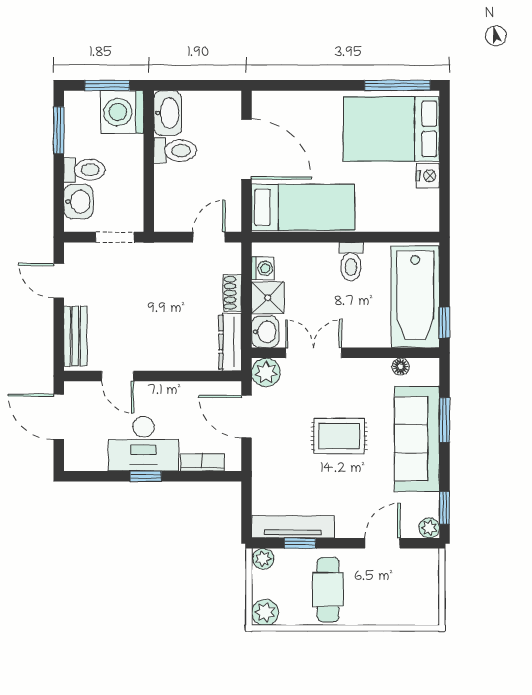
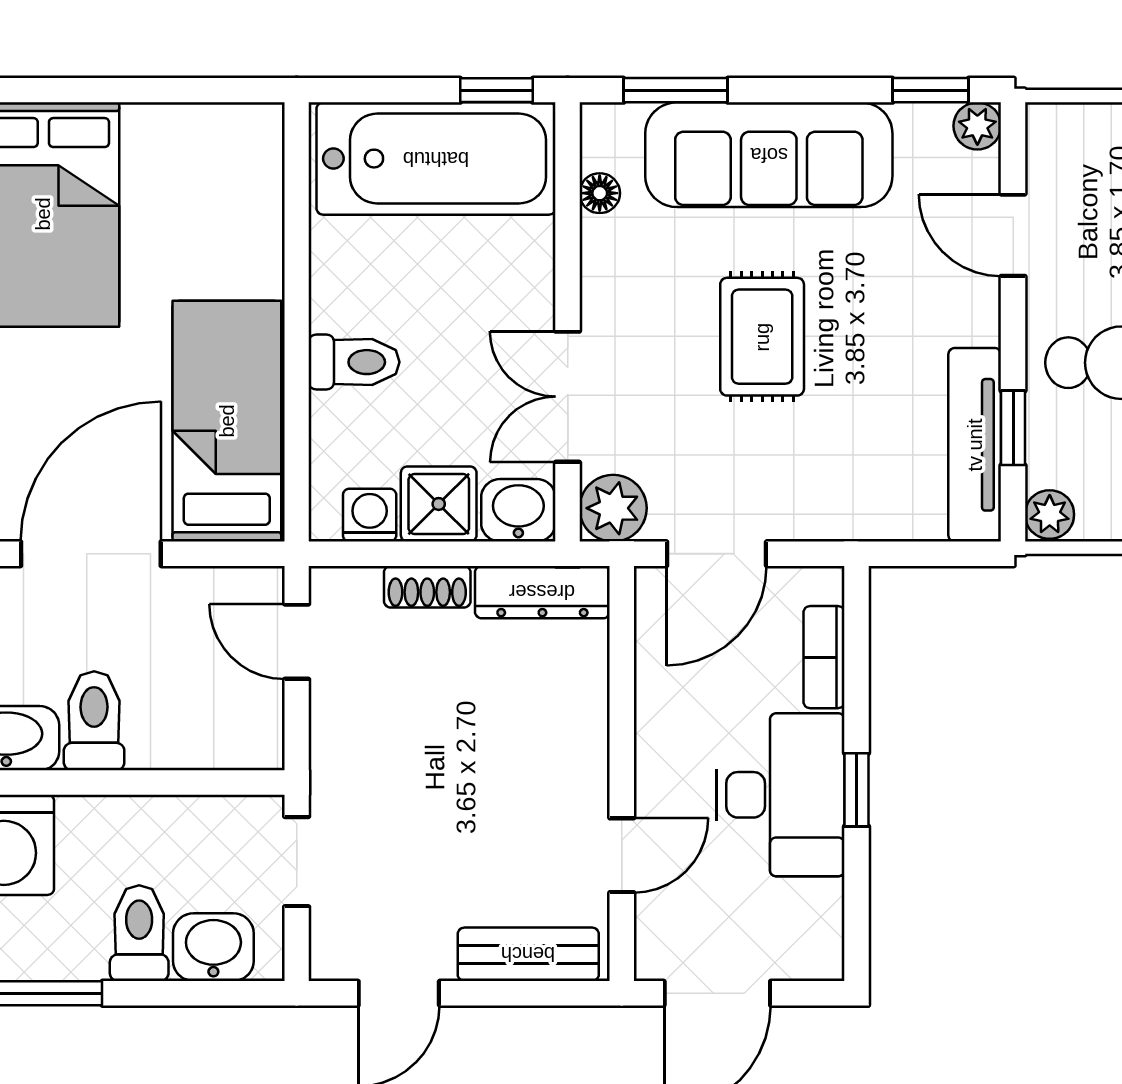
nightstand: (428, 176) -> (153, 129), removed
toilet: (351, 262) -> (354, 362), moved
window: (444, 420) -> (676, 90), moved

